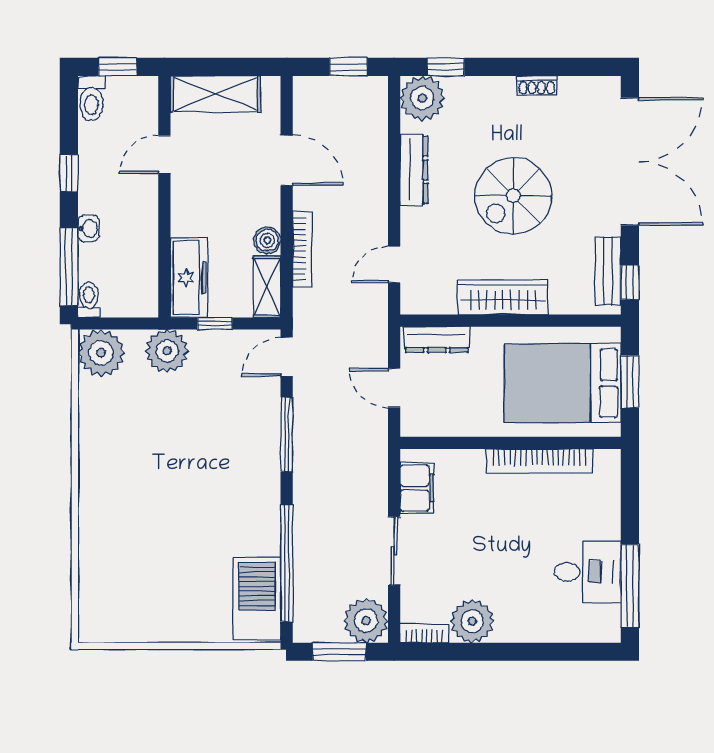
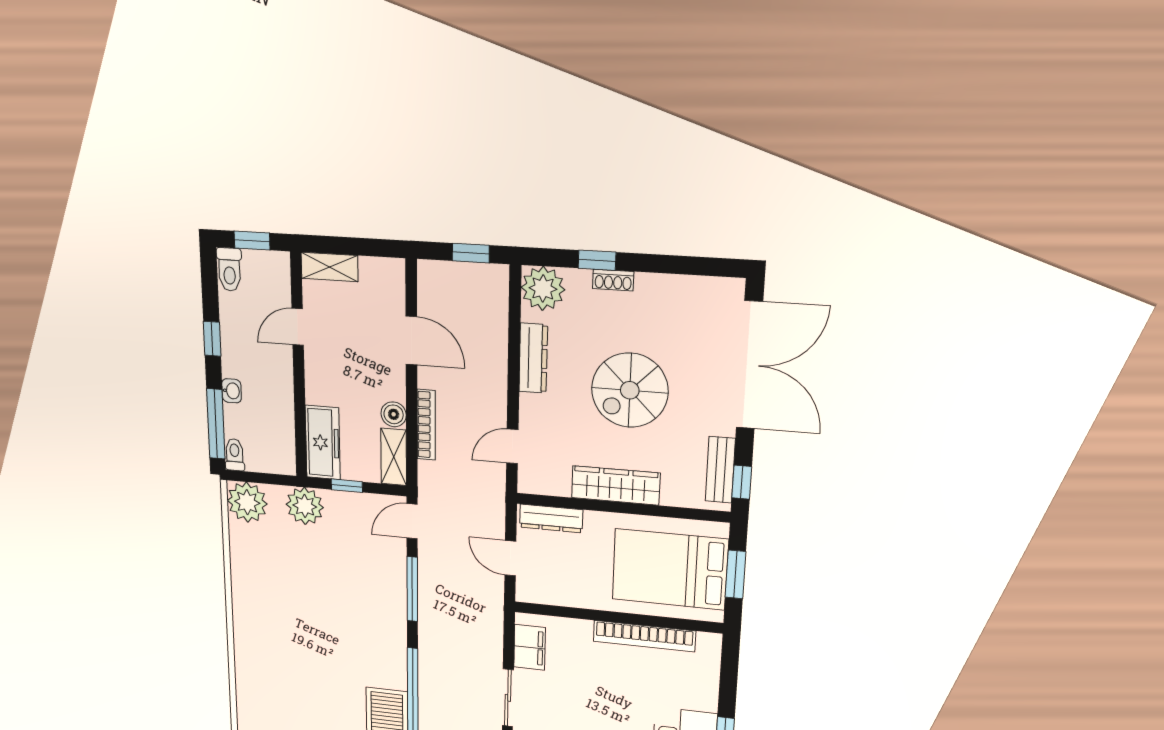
window: (446, 67) -> (597, 260), moved
shoe rack: (537, 86) -> (613, 280), moved
shelving: (215, 94) -> (329, 267), width x0.67, depth x0.75

